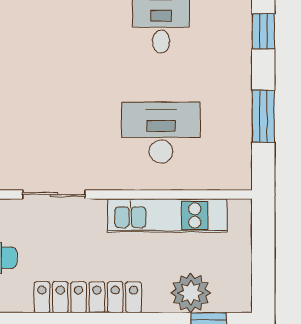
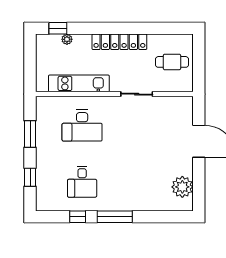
plant: (191, 293) -> (67, 39), width x0.53, depth x0.53

